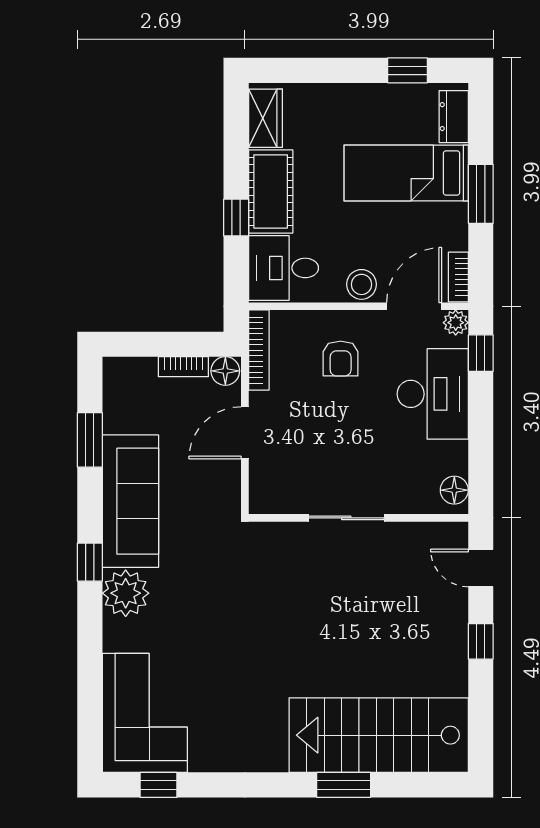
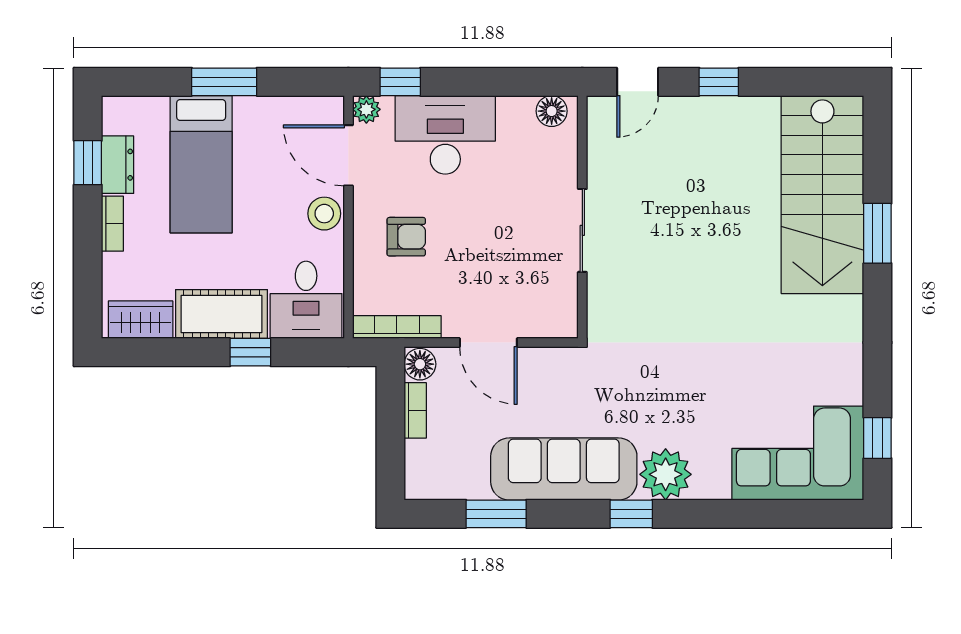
dresser: (454, 117) -> (118, 165), moved, turned -90
bookcase: (458, 277) -> (112, 224), moved, turned -90

